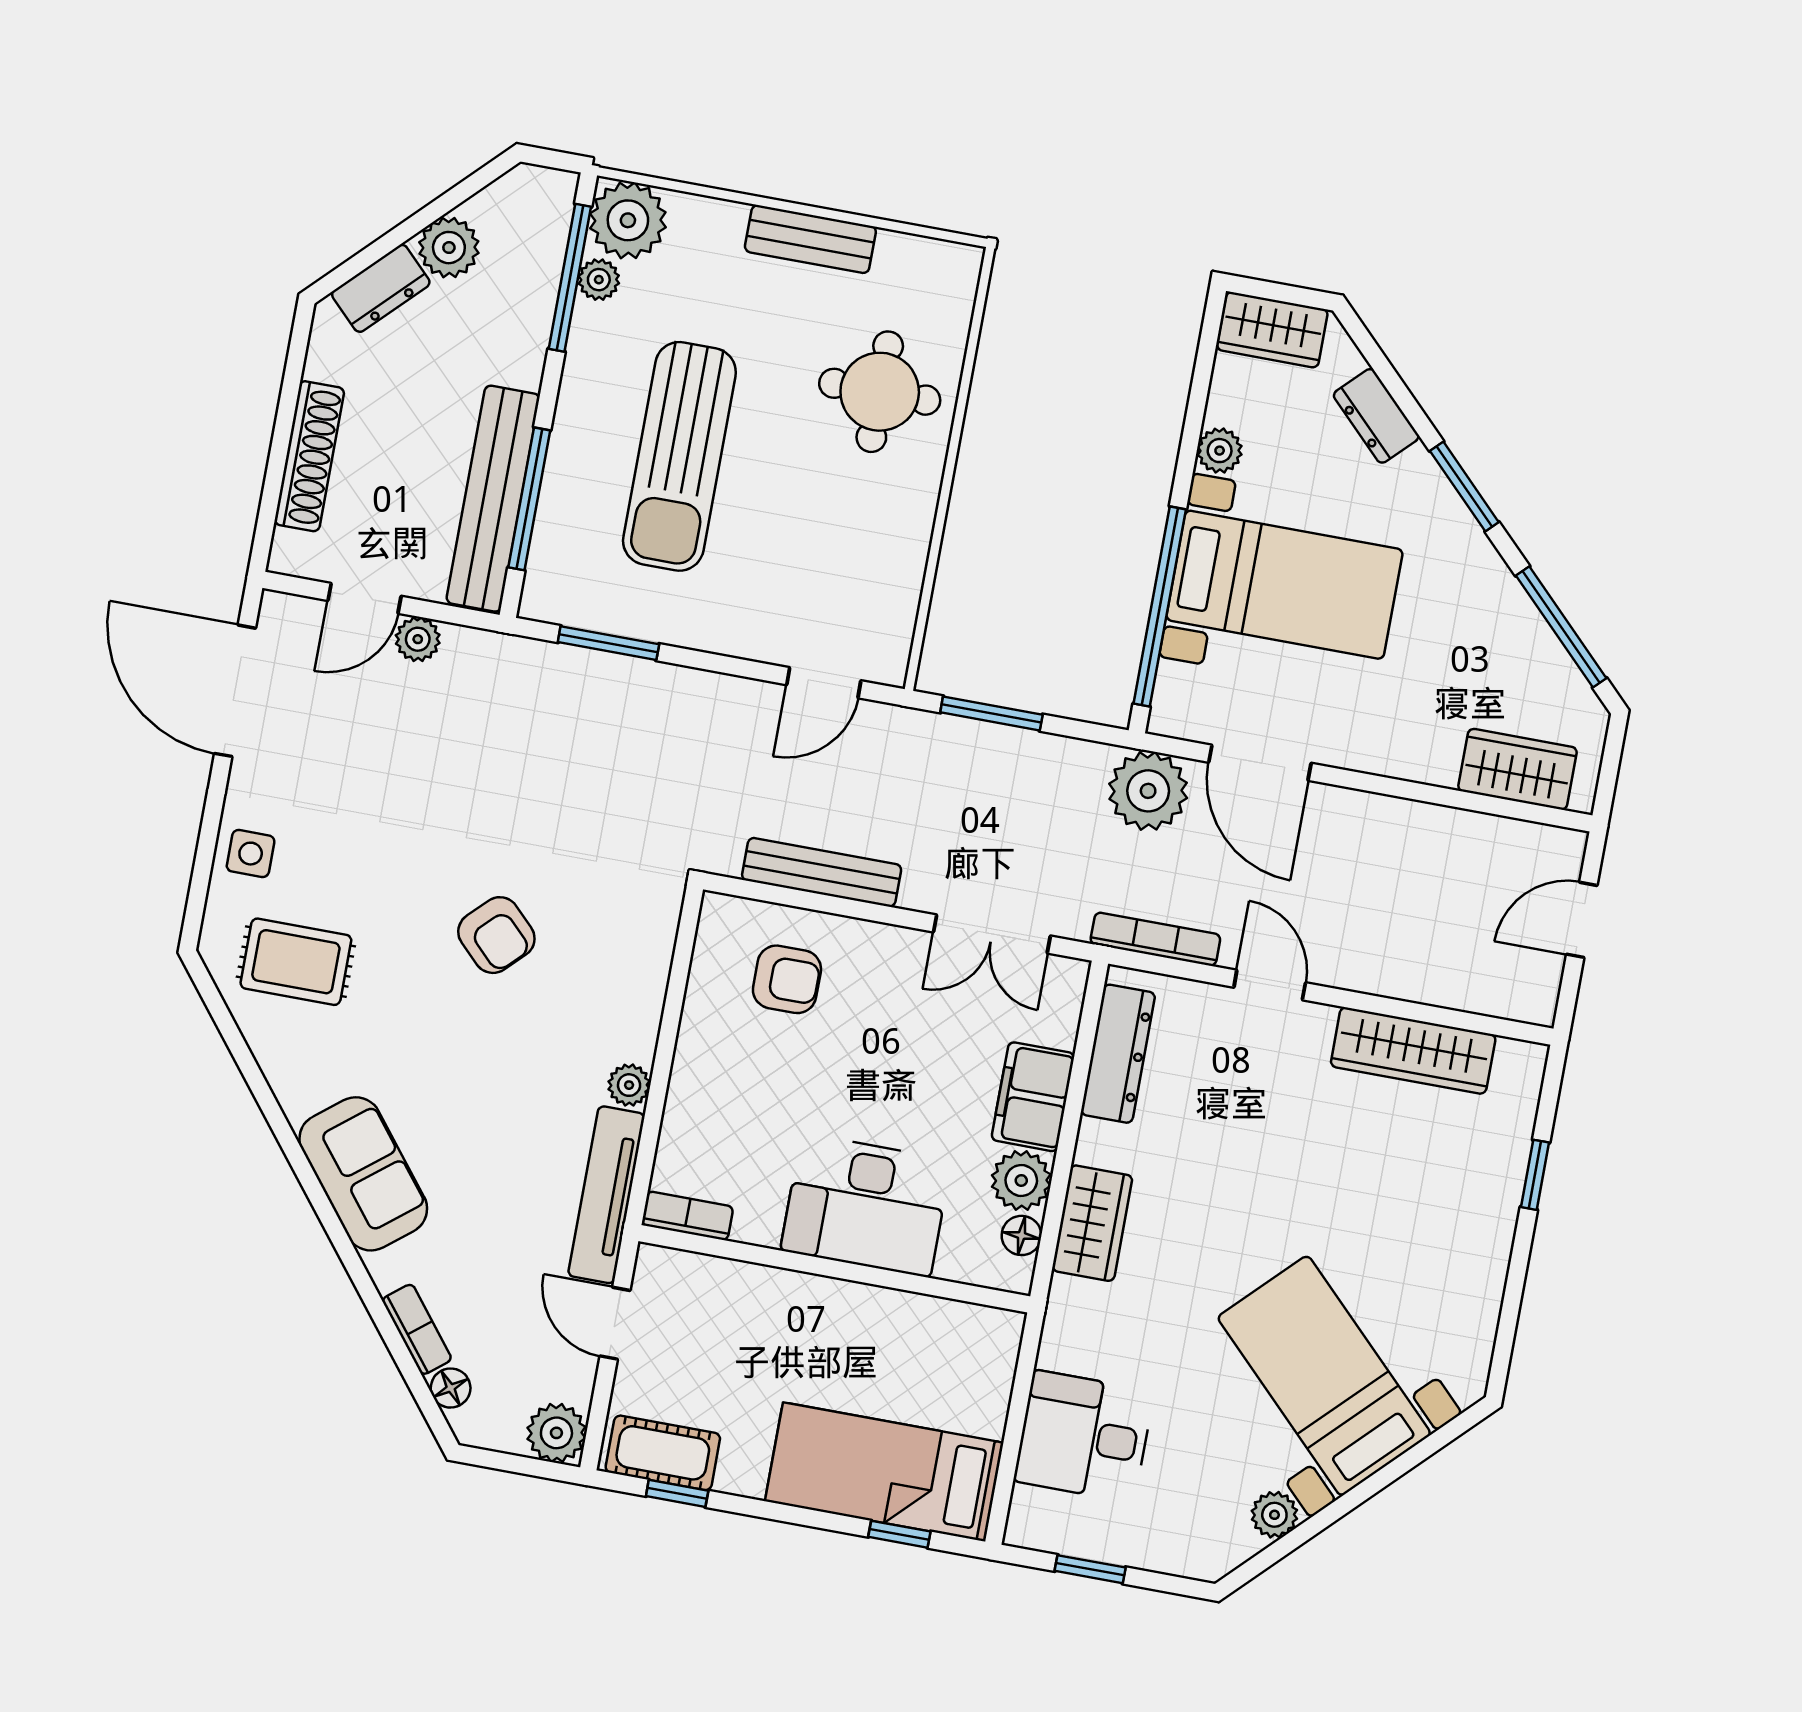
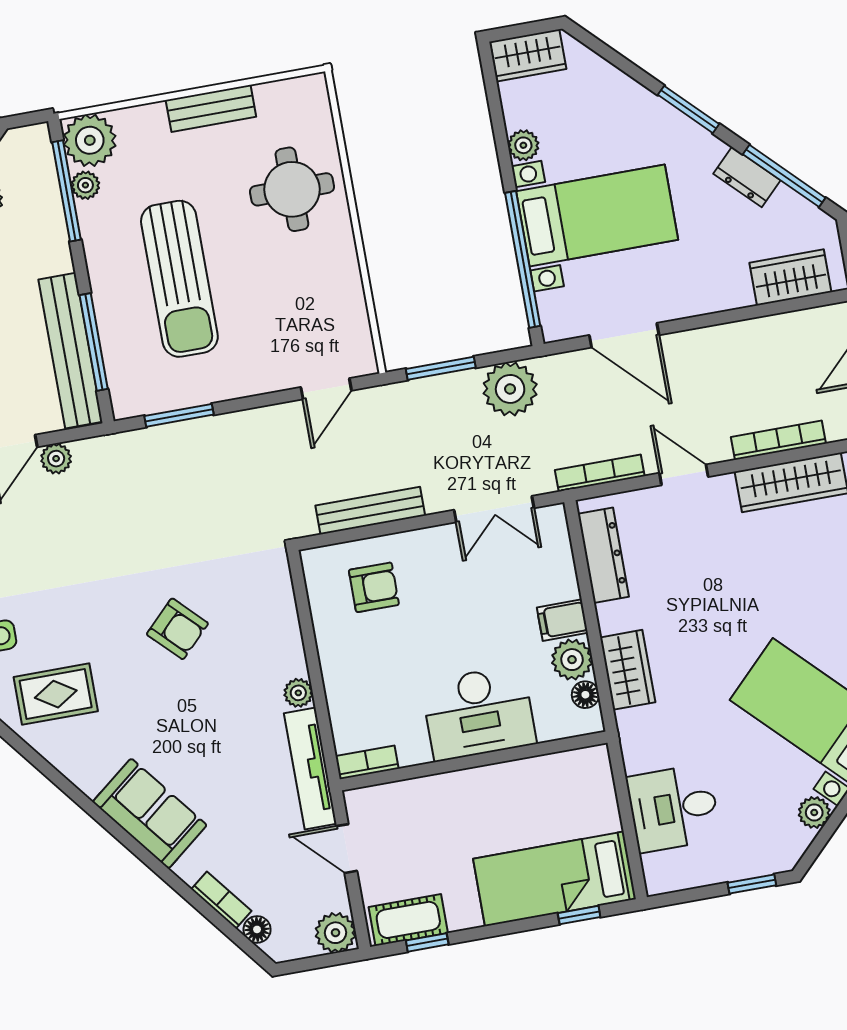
dresser: (1376, 416) -> (747, 177), moved
plant: (1148, 791) -> (510, 389), moved
bookcase: (1417, 986) -> (778, 440), added
filing cabinet: (1033, 1097) -> (562, 620), width x0.50
window: (1090, 1569) -> (752, 884), moved

